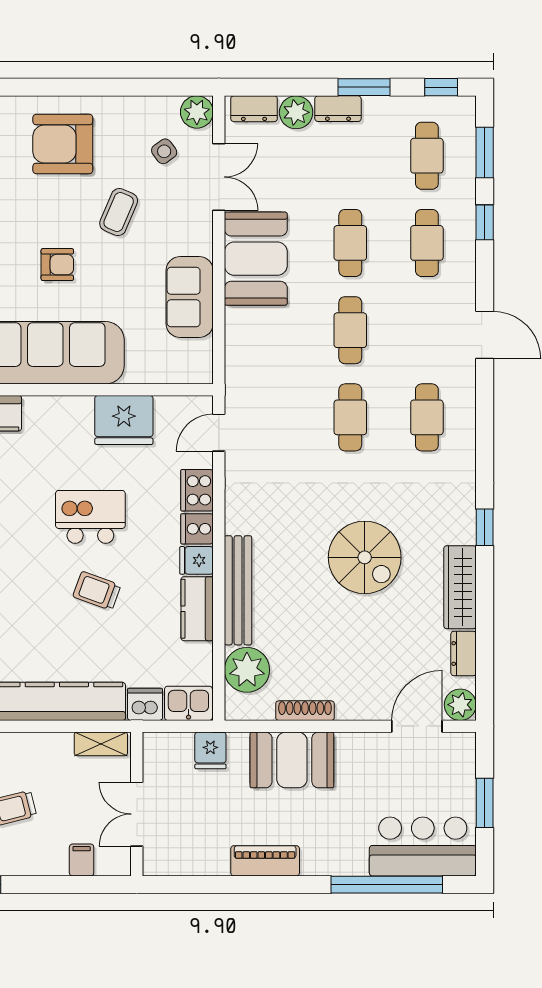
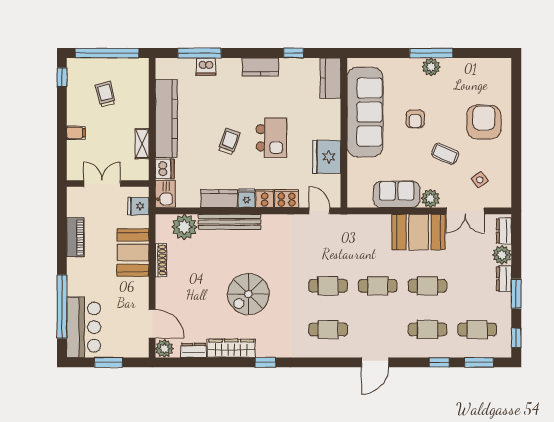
plant: (197, 112) -> (430, 198), moved
wall: (137, 804) -> (108, 184), moved
double door: (137, 814) -> (102, 184), moved

